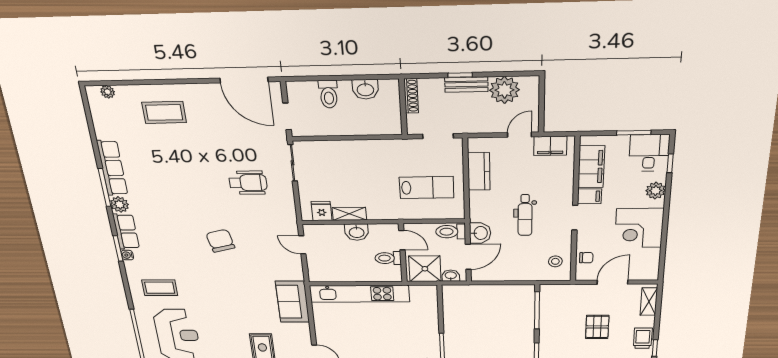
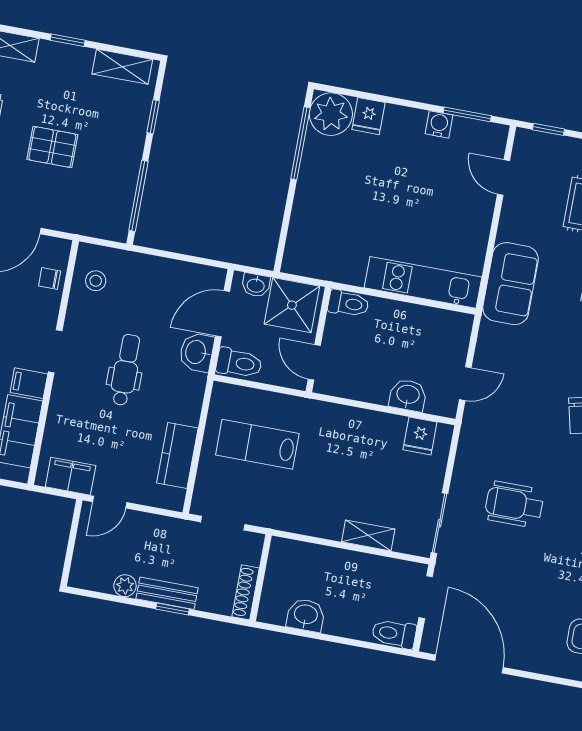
plant: (505, 90) -> (125, 586), width x0.53, depth x0.53
toilet: (329, 94) -> (394, 634), moved, turned -90
shelving: (349, 214) -> (368, 535), moved
washbasin: (357, 232) -> (408, 395), moved
door: (302, 245) -> (465, 384), hinge flipped
toilet: (388, 258) -> (348, 303), moved
kitchen unit: (359, 294) -> (423, 282), width x0.73
pallet: (597, 327) -> (52, 147), turned 90

